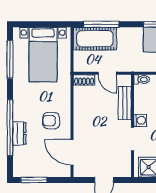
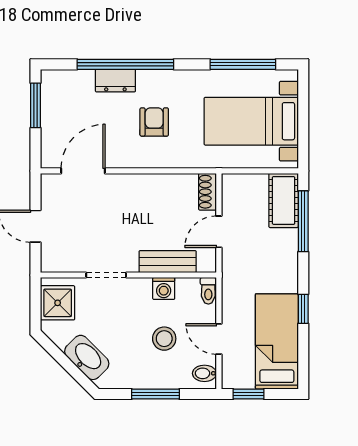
cot: (95, 39) -> (284, 200), width x0.73, depth x0.75
washing machine: (140, 120) -> (164, 288), moved
armchair: (51, 121) -> (154, 122), moved

